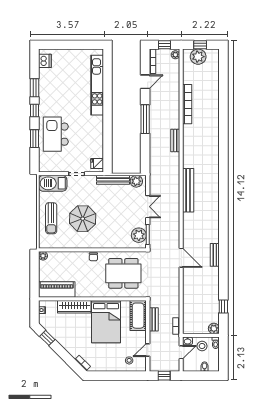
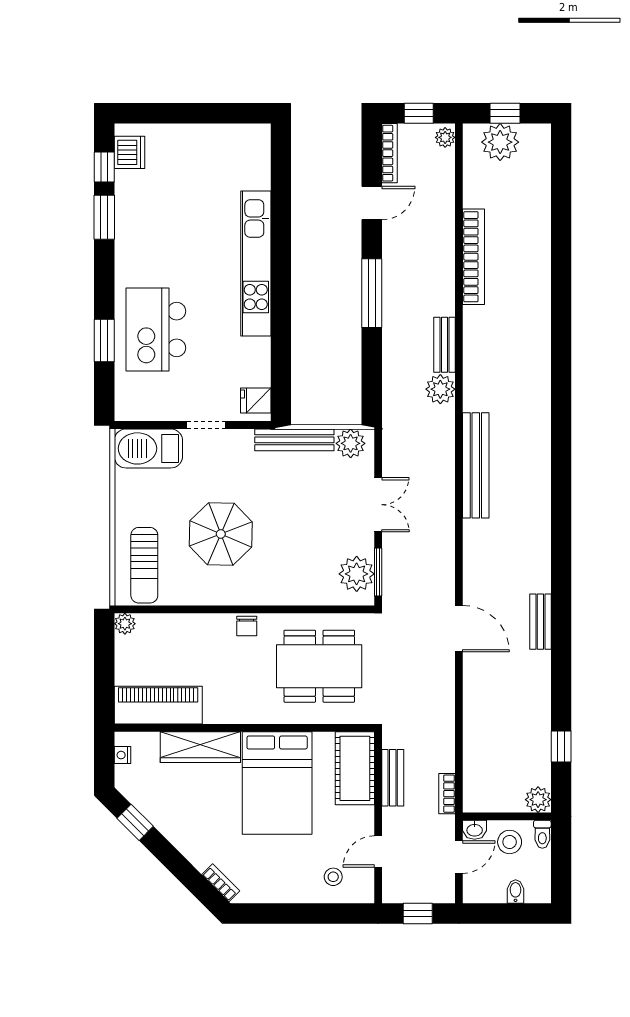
kitchen unit: (97, 85) -> (256, 264), moved
window: (34, 110) -> (104, 167), moved
plant: (173, 159) -> (440, 389), added
sun lounger: (51, 218) -> (144, 565), moved

